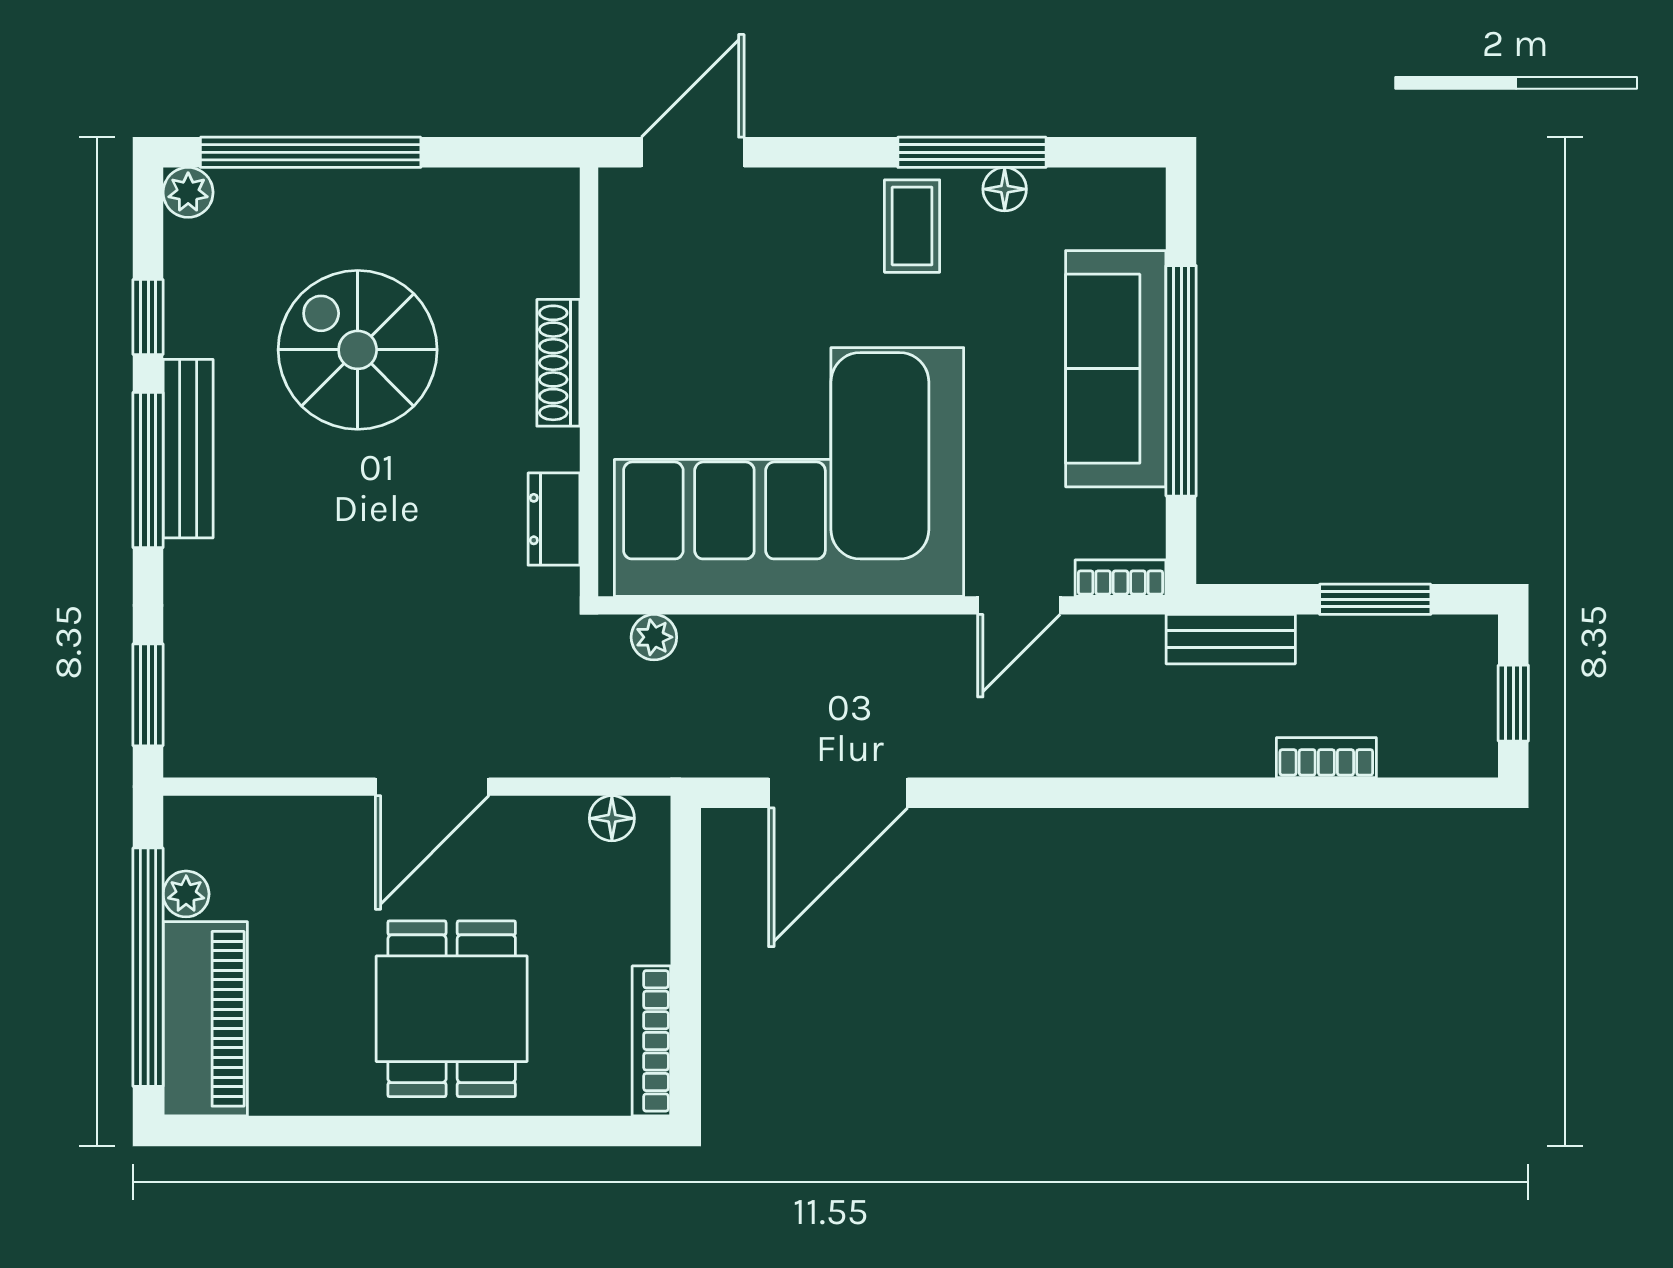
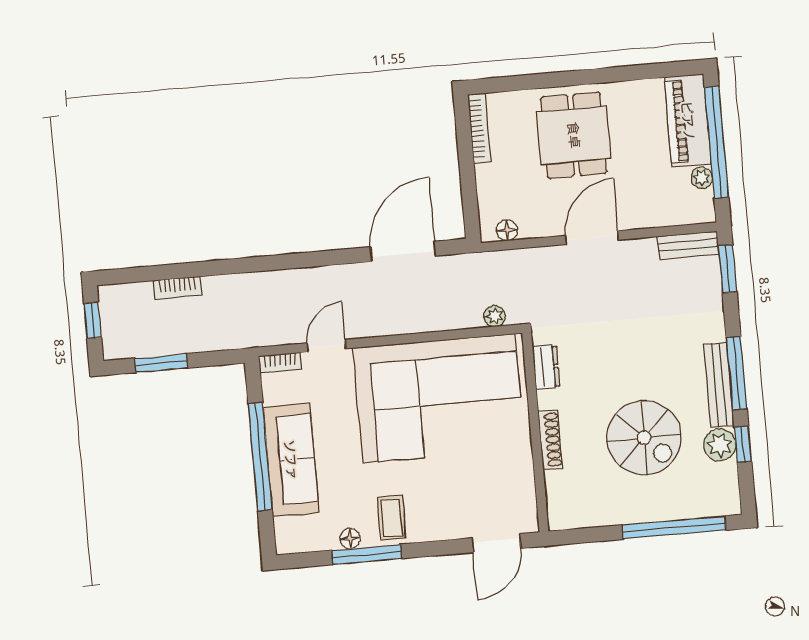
plant: (188, 192) -> (720, 445), moved, width x1.38, depth x1.38
bench: (1231, 639) -> (688, 245), moved

